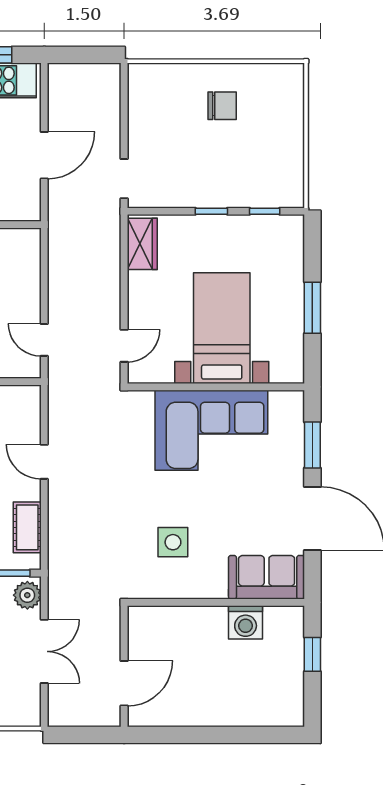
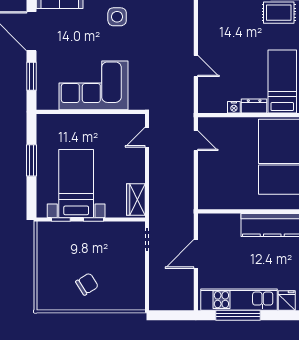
chair: (222, 106) -> (87, 284), turned 148
bed with nightstands: (222, 328) -> (76, 183), moved, turned 180
cot: (27, 527) -> (206, 26), removed

